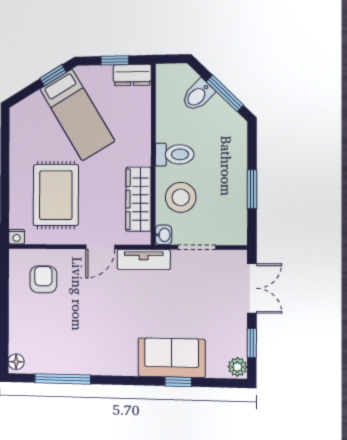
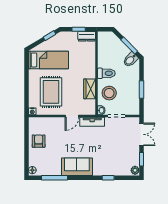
bidet: (198, 95) -> (130, 60), moved
bed: (77, 115) -> (48, 60), moved, turned -59
wardrobe: (138, 199) -> (90, 89), width x0.67
armchair: (43, 279) -> (39, 141), moved
sofa: (172, 358) -> (77, 167), moved

